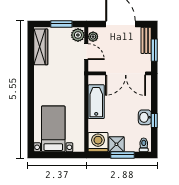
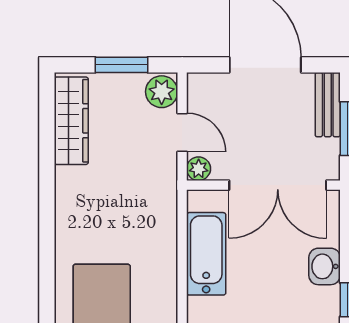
plant: (93, 37) -> (199, 169), moved
washbasin: (145, 117) -> (325, 266), moved

